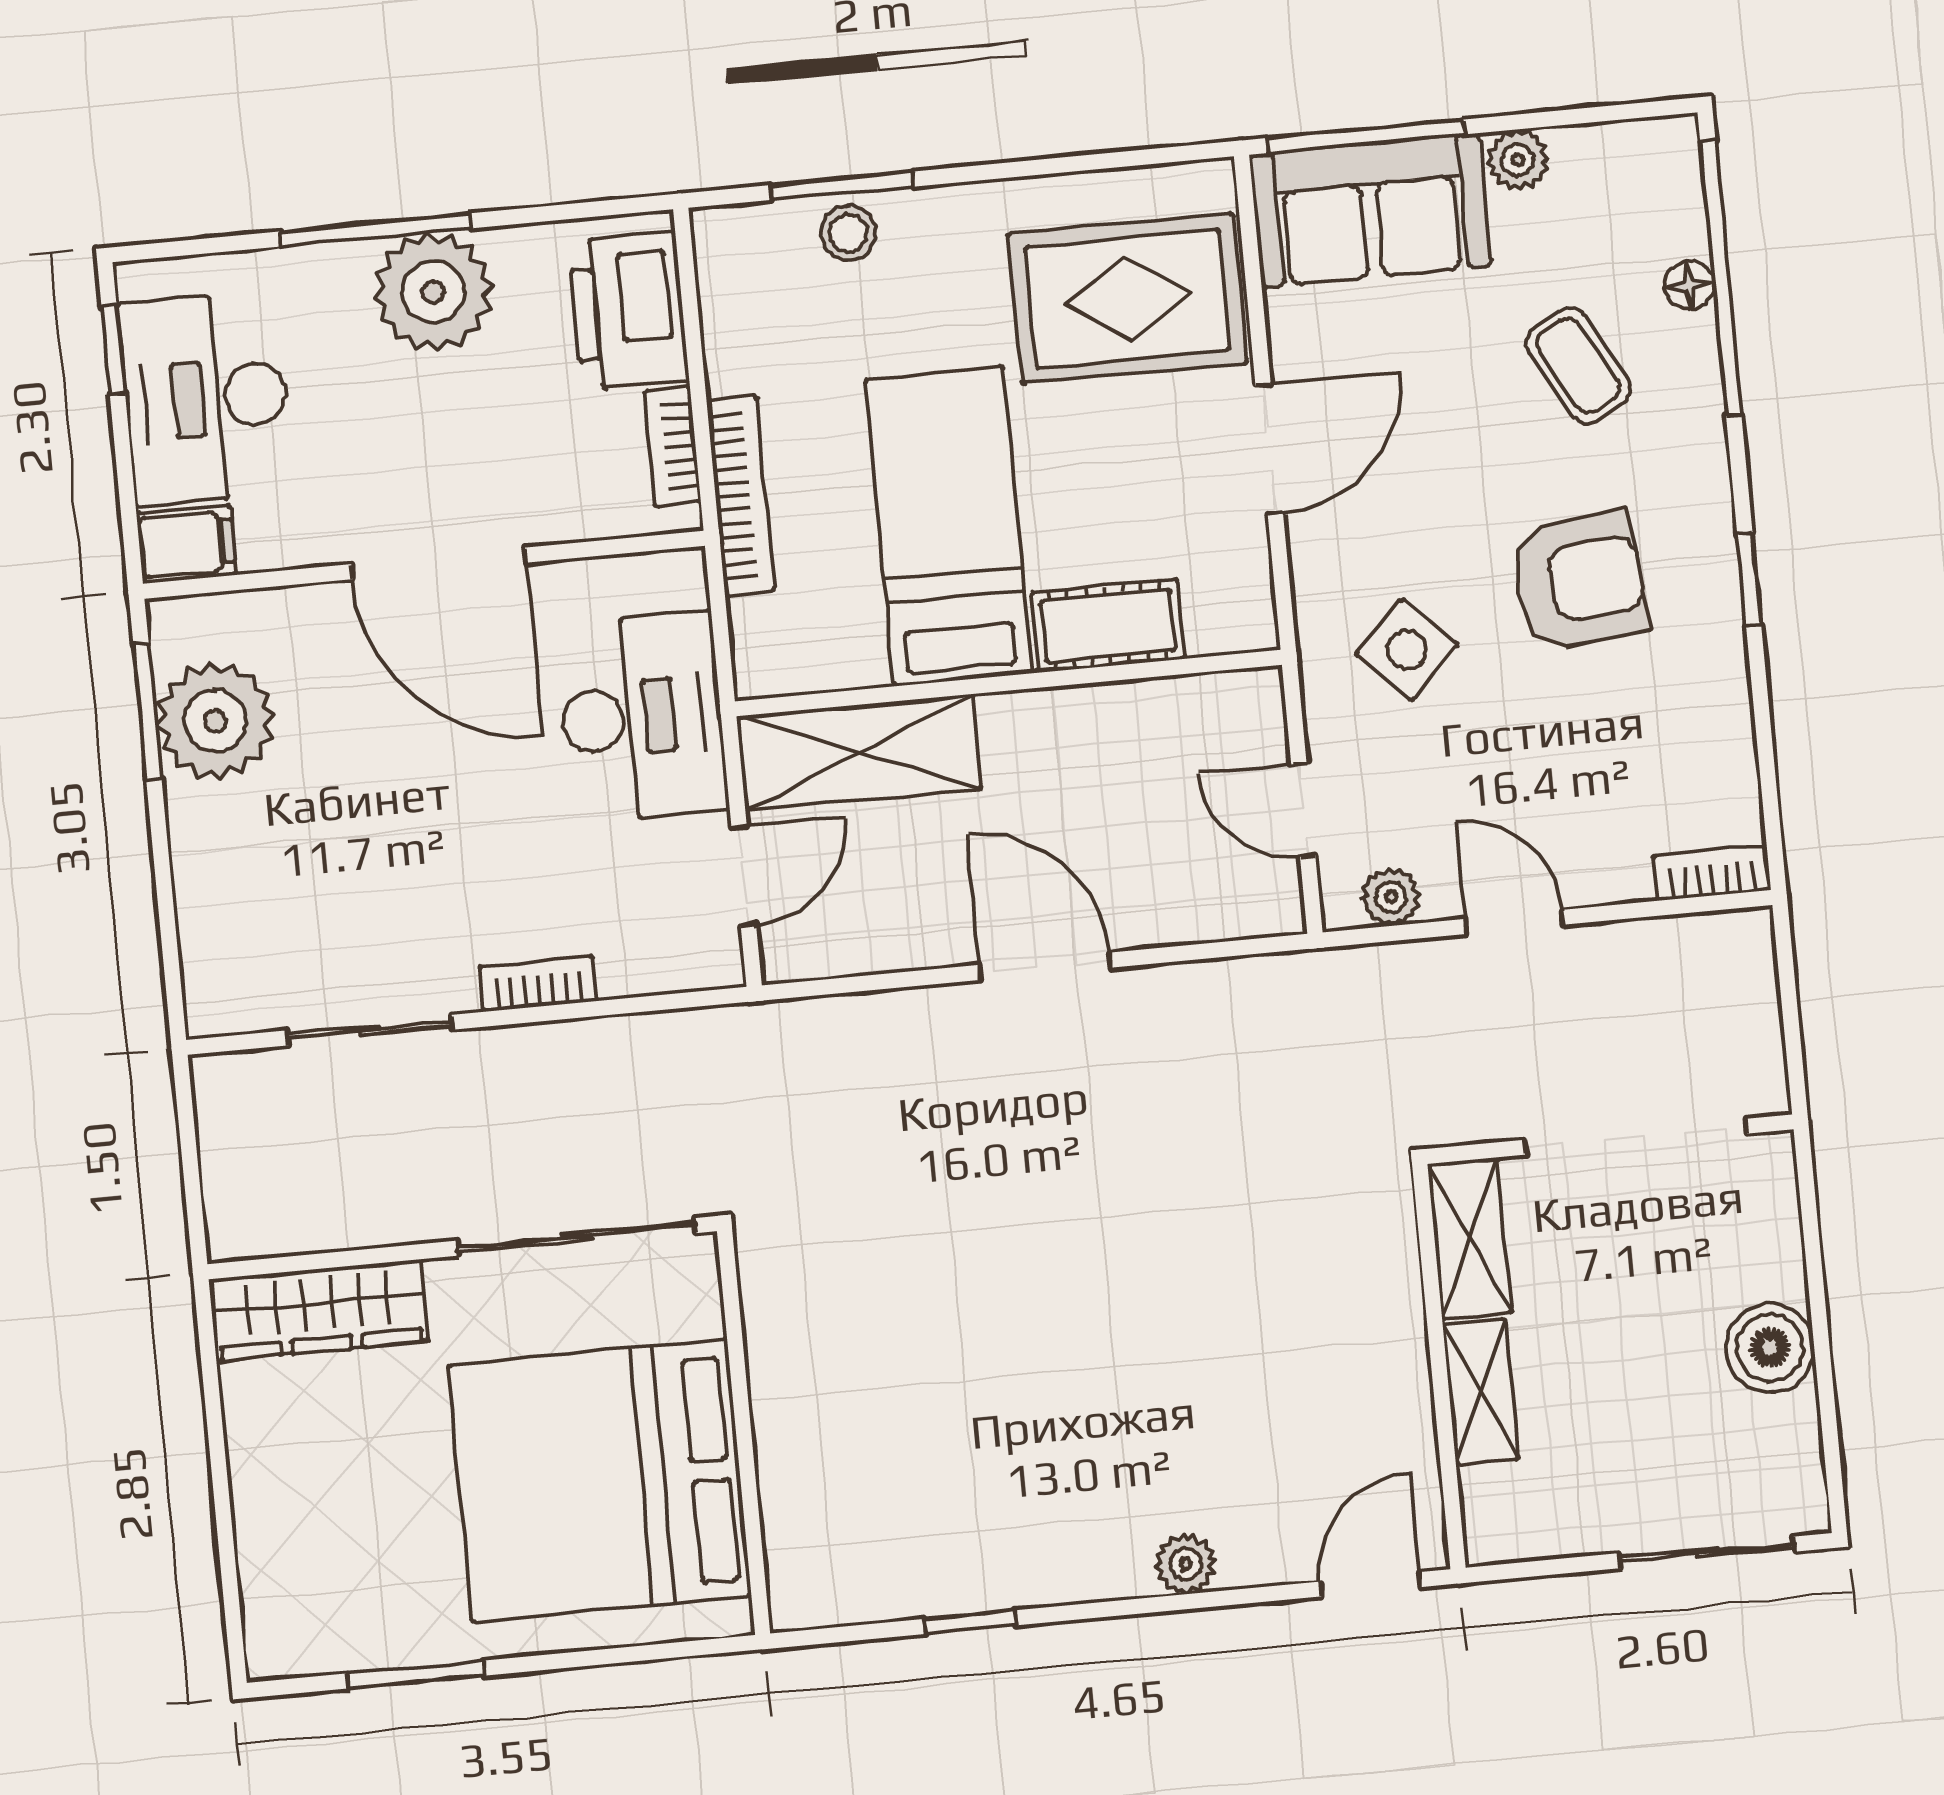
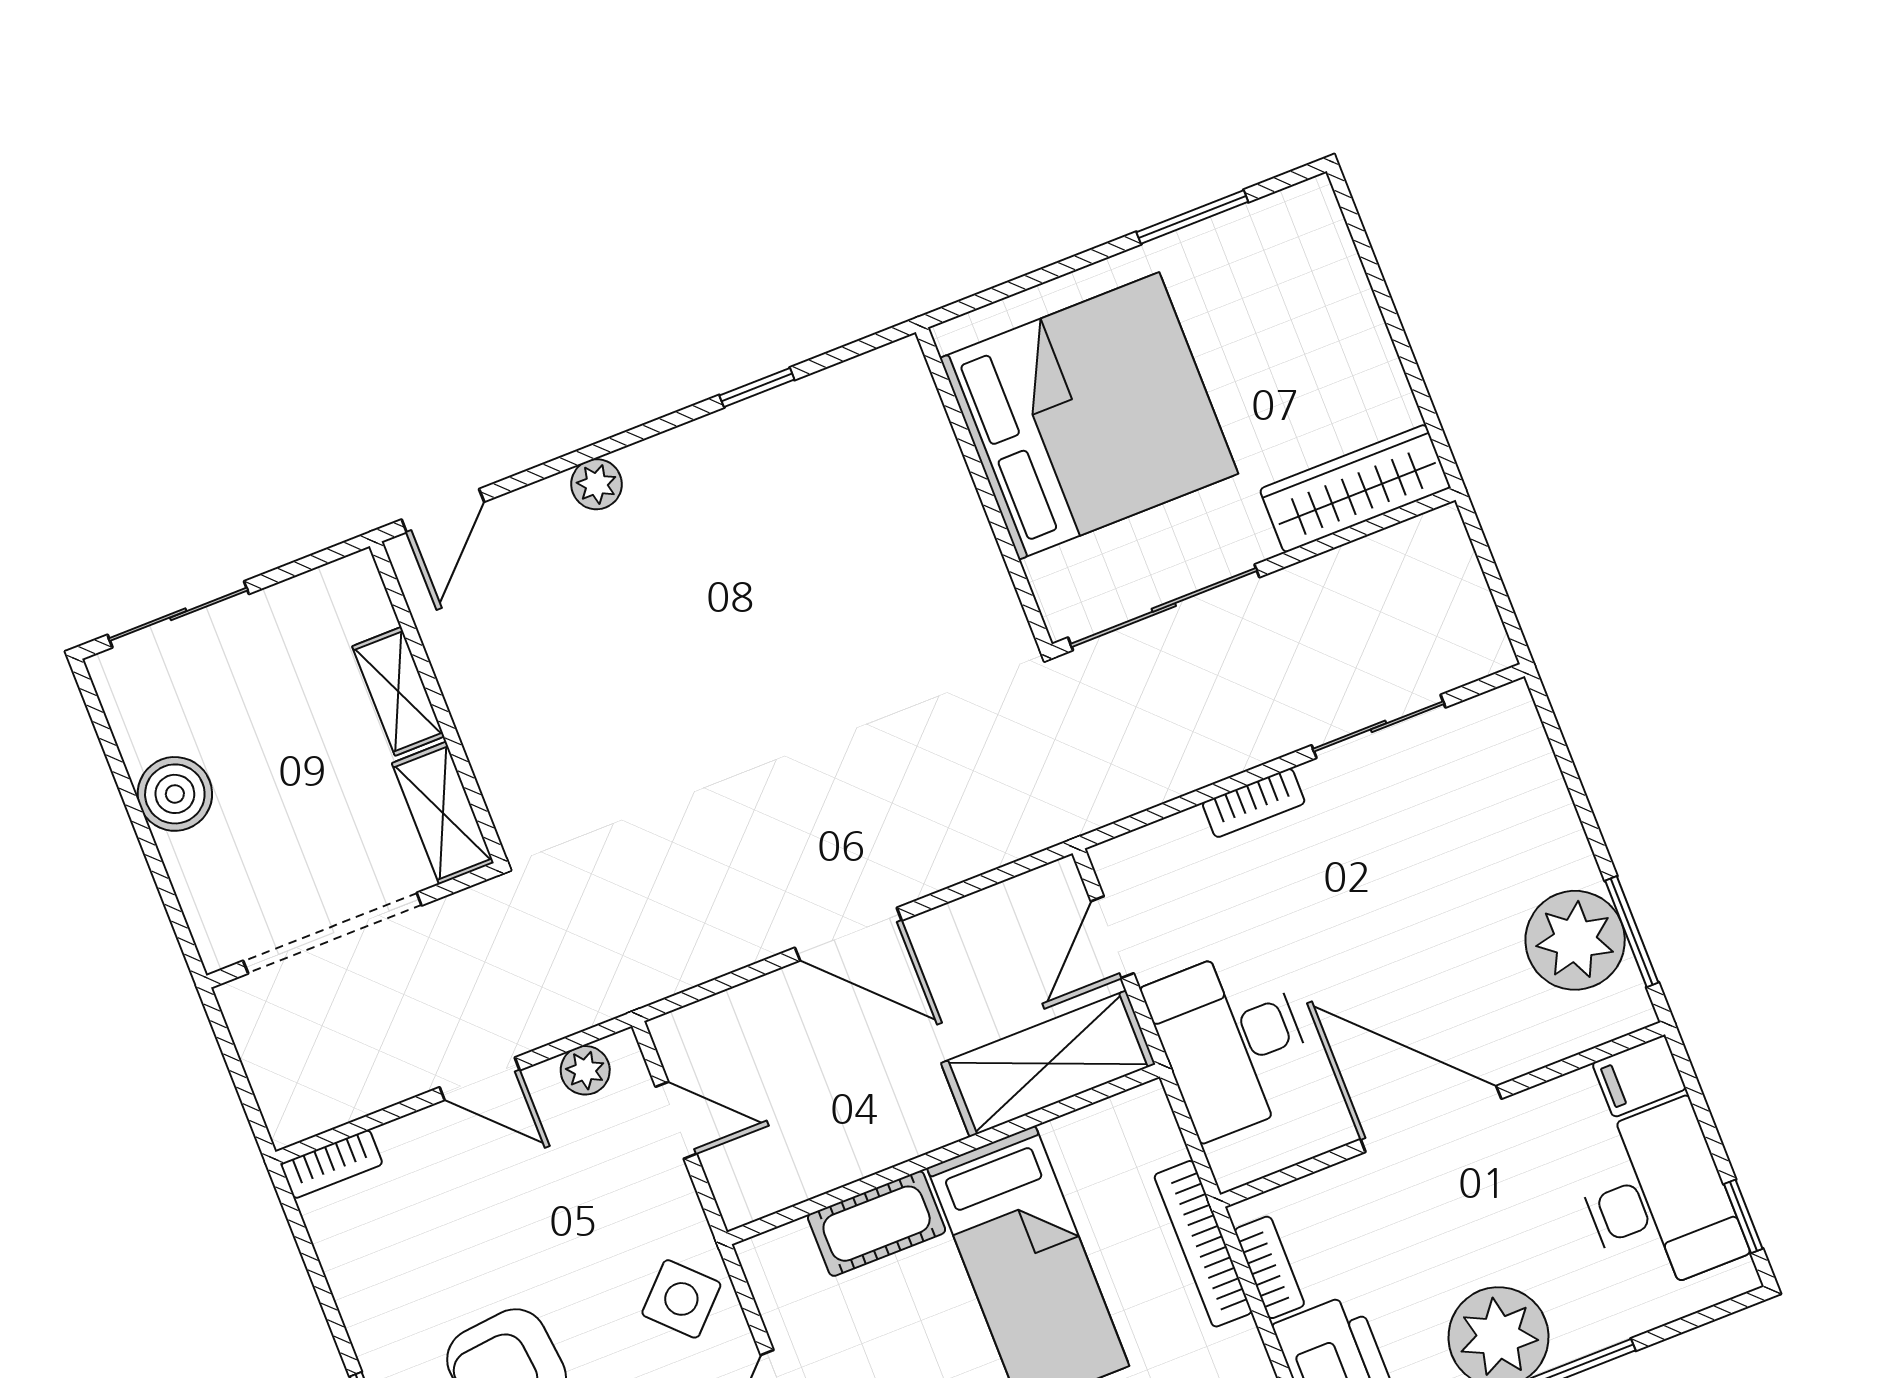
side table: (1407, 650) -> (681, 1299), moved

